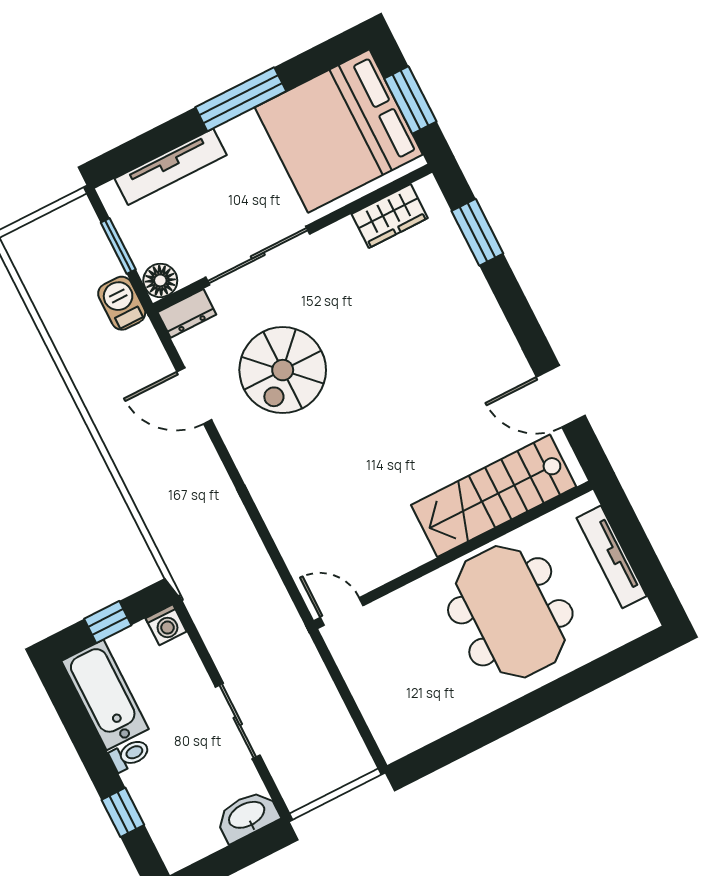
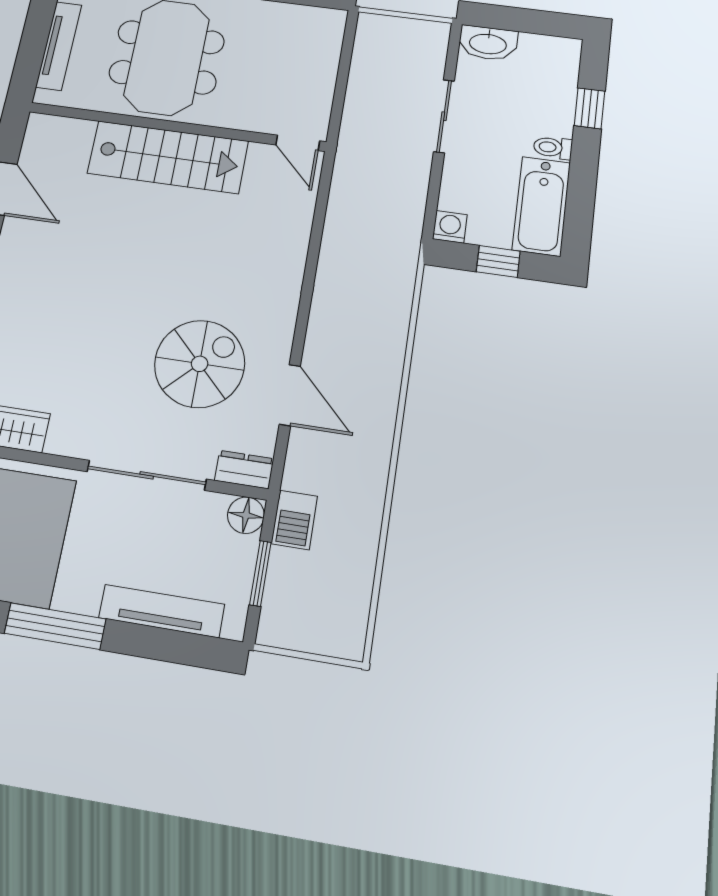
stairs: (494, 496) -> (168, 157), moved

